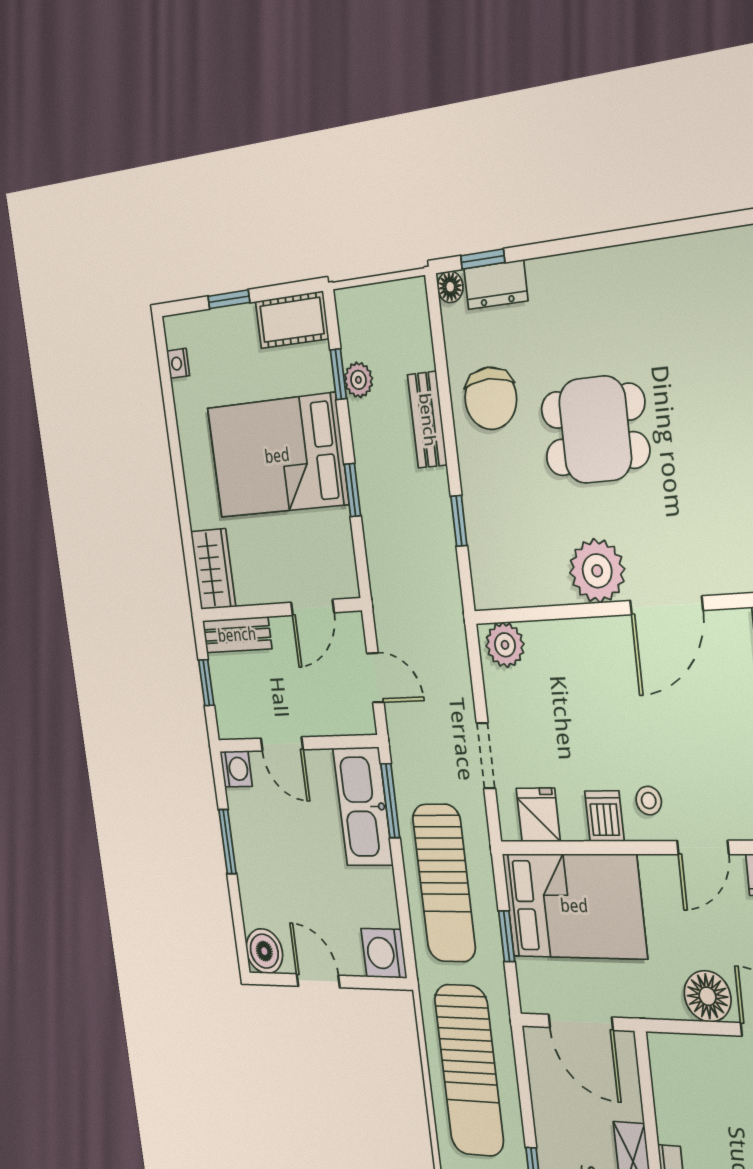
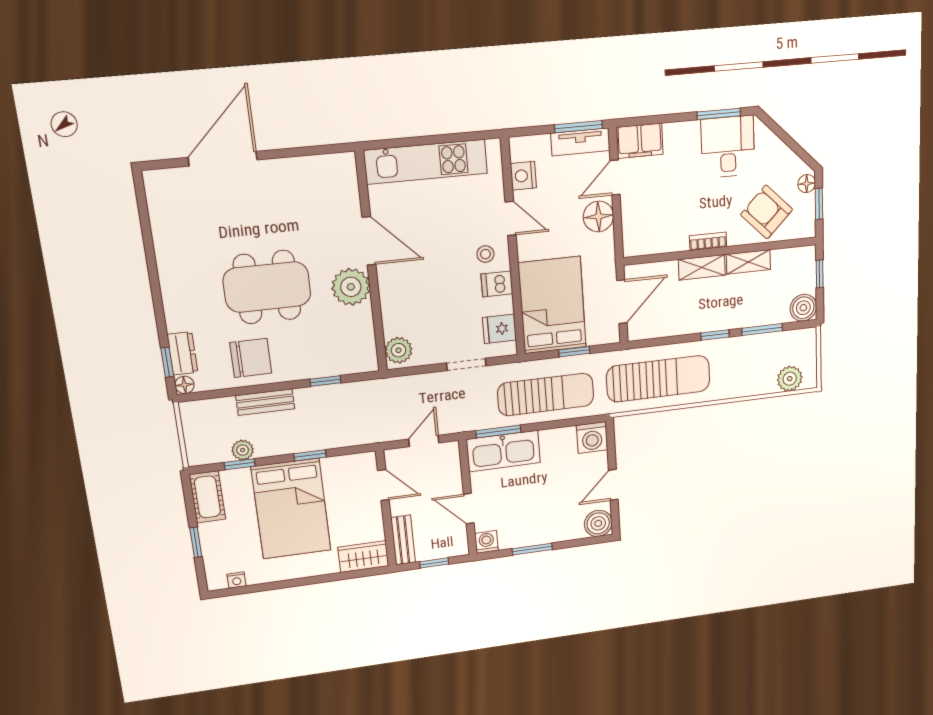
dining table: (595, 430) -> (267, 287), width x1.38
door: (282, 744) -> (469, 509), swing flipped

